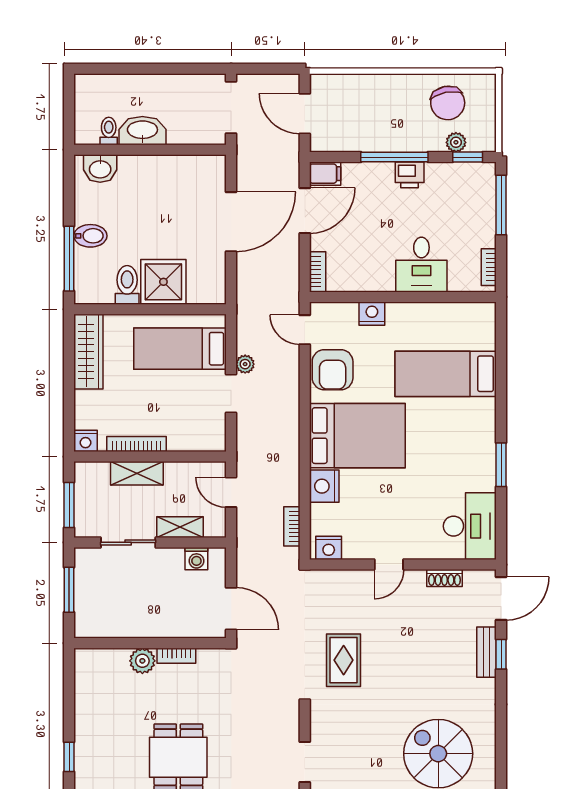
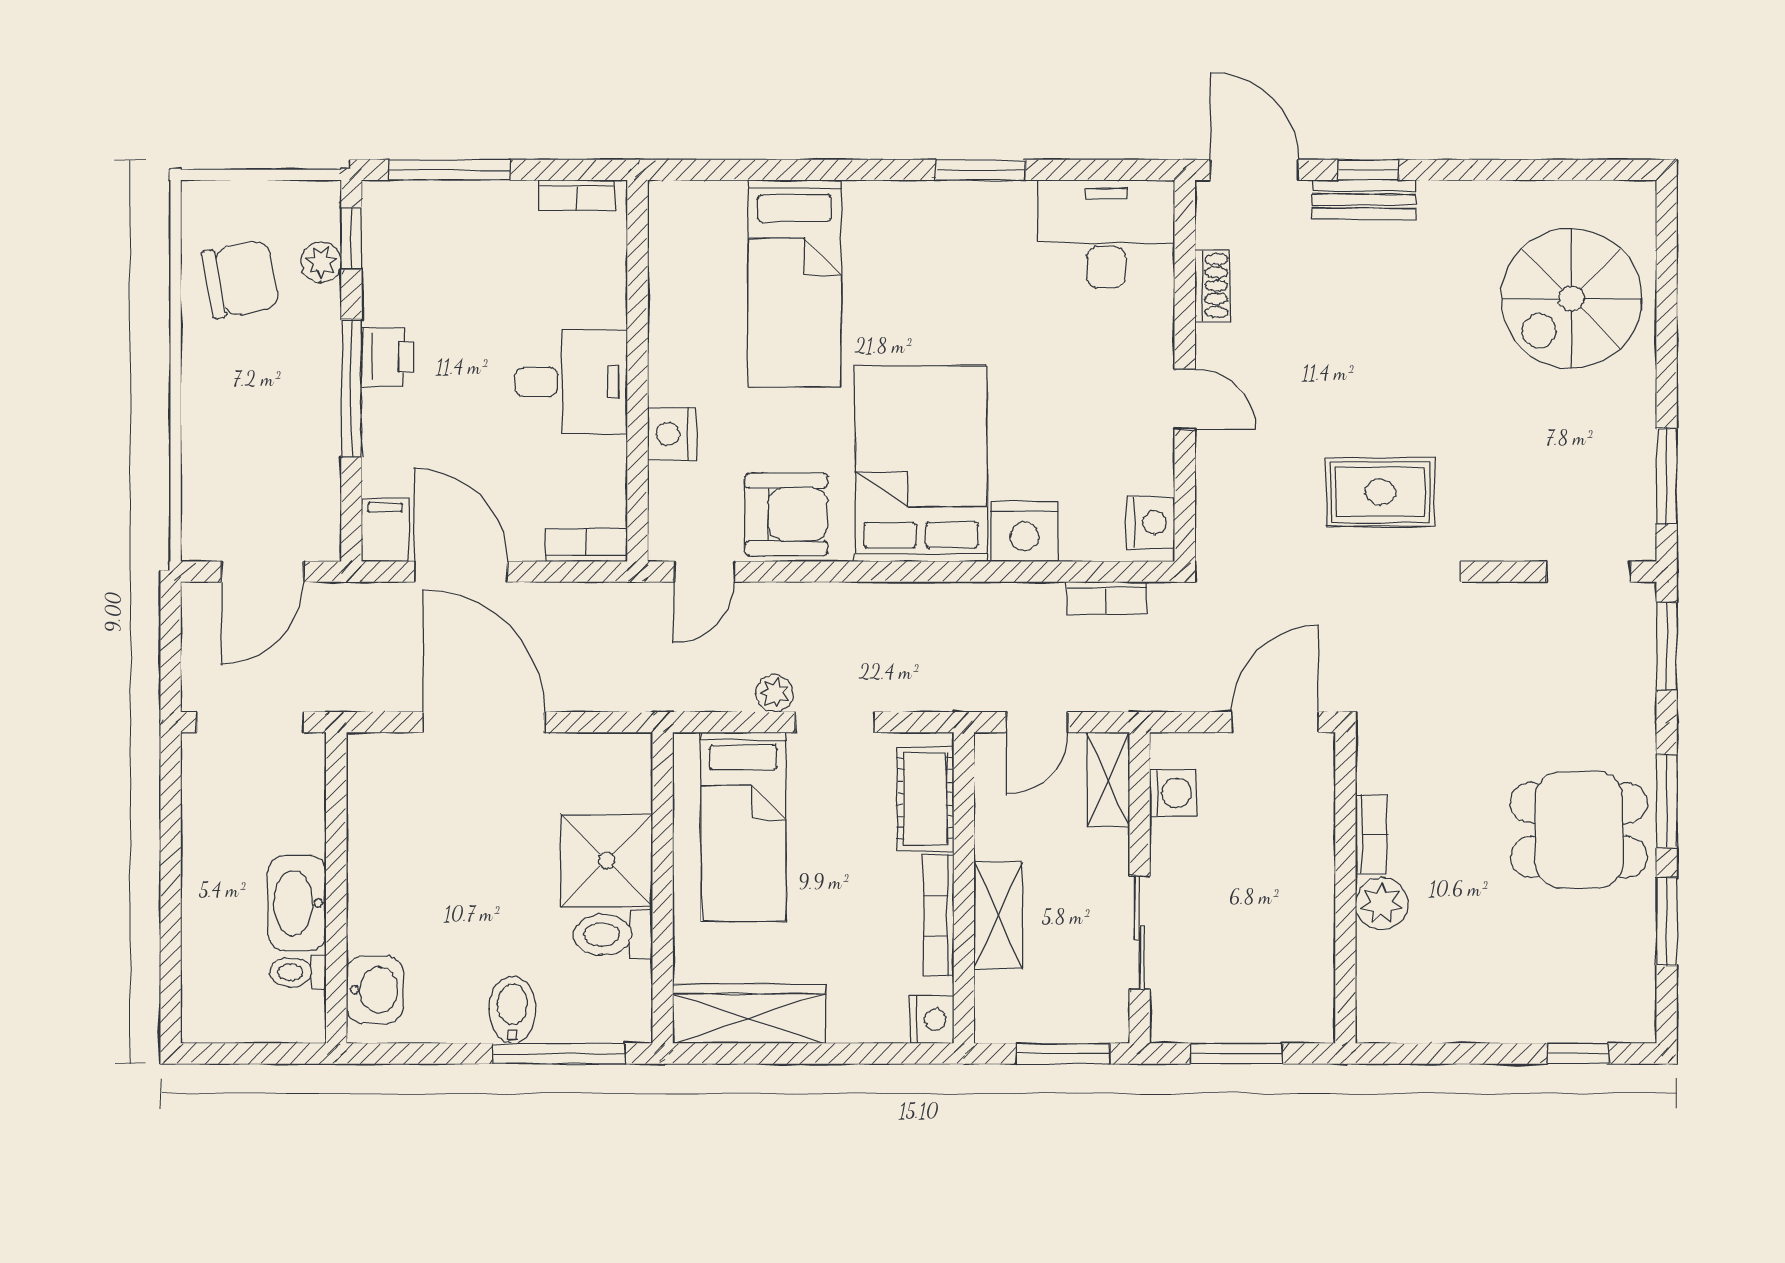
desk: (421, 265) -> (571, 382), moved
cot: (194, 438) -> (925, 799), added
shelving: (180, 527) -> (1108, 779), moved

